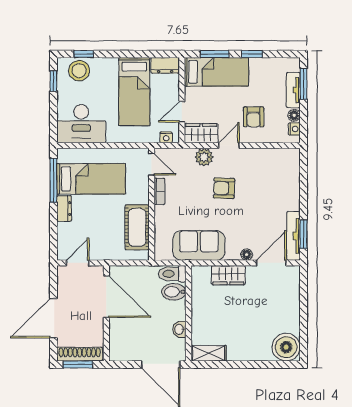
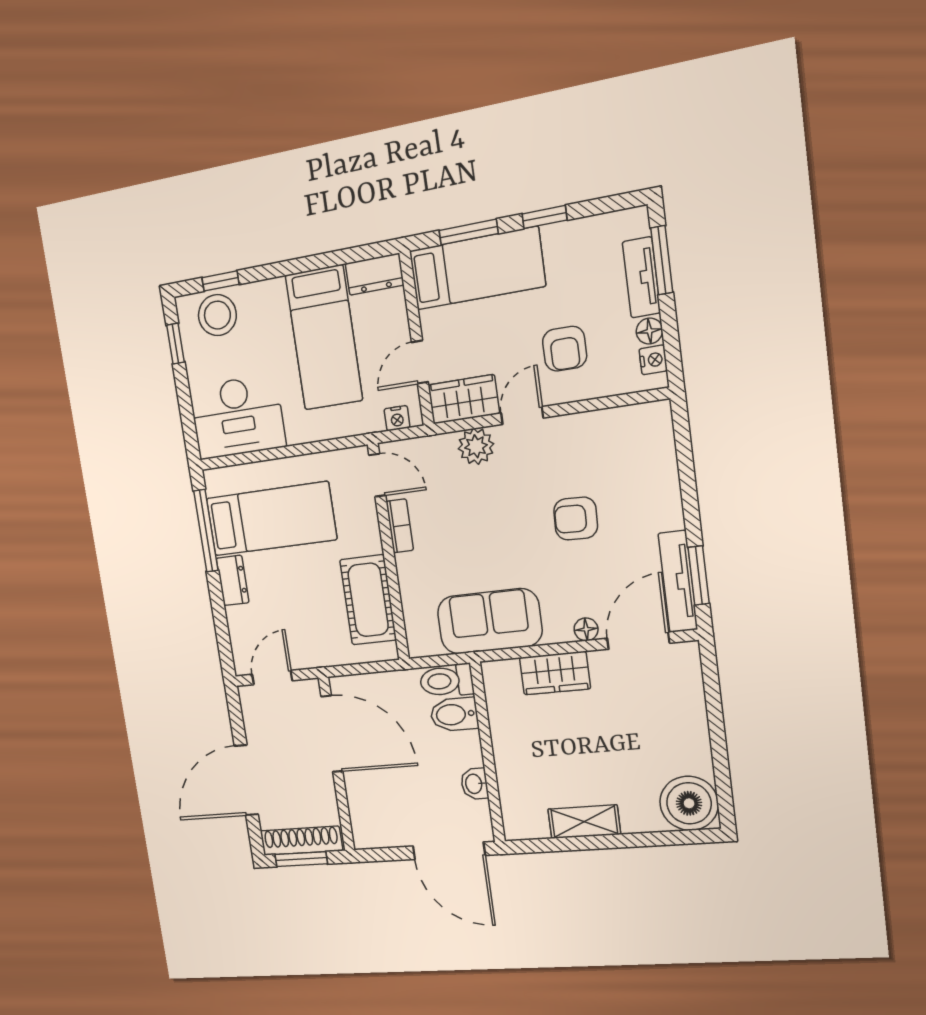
armchair: (224, 188) -> (576, 519), moved
shelving: (209, 353) -> (584, 822), moved

